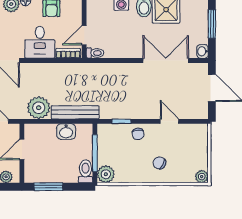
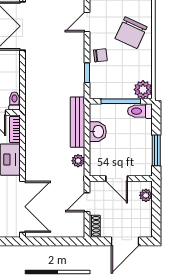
plant: (39, 108) -> (78, 161), width x0.53, depth x0.53
chair: (159, 163) -> (131, 33), width x1.87, depth x1.87

